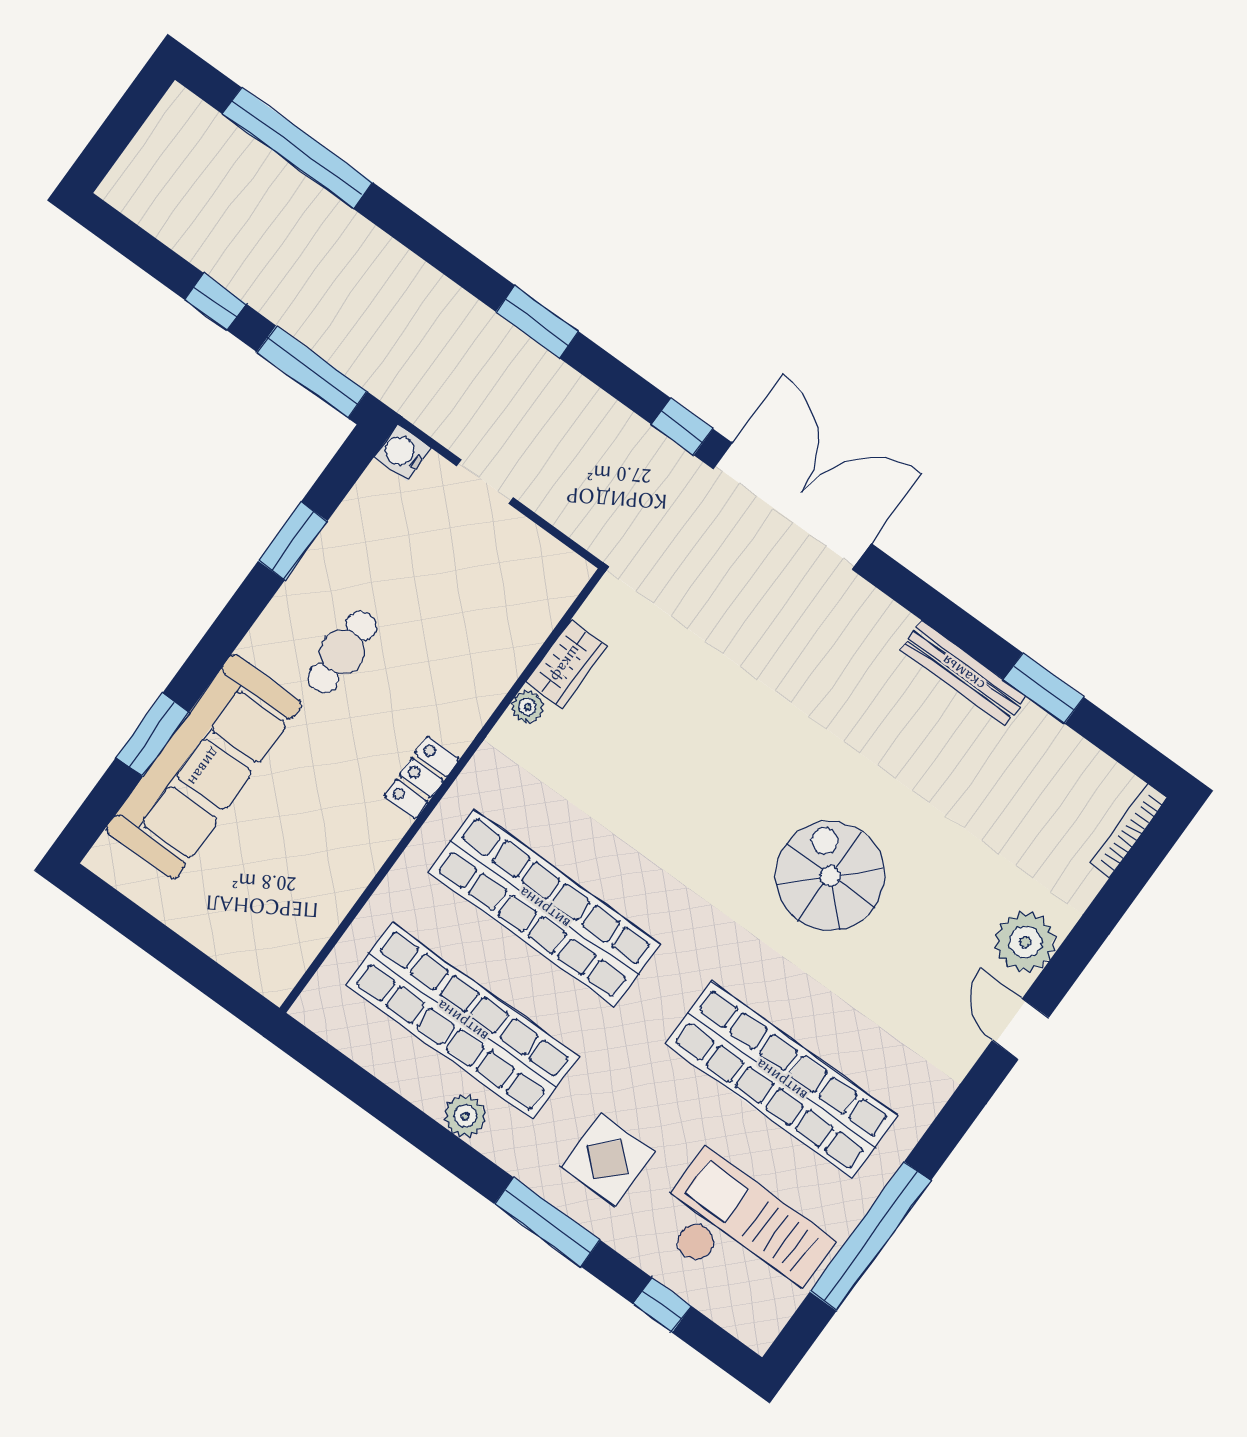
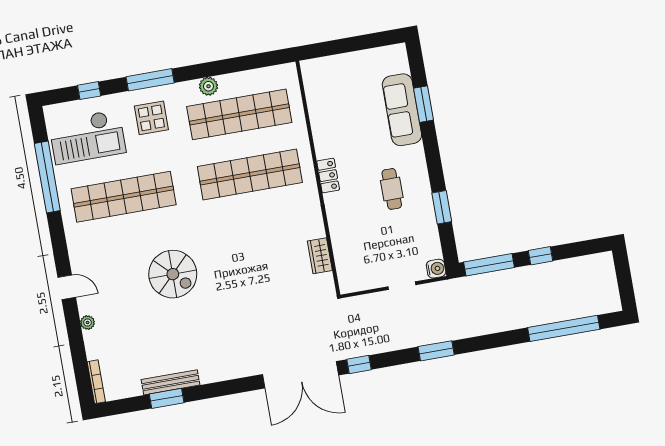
bench: (963, 673) -> (170, 382), moved
plant: (528, 707) -> (318, 230), removed
sofa: (204, 767) -> (402, 110), width x0.74, depth x0.79
plant: (1025, 942) -> (88, 323), width x0.53, depth x0.53

